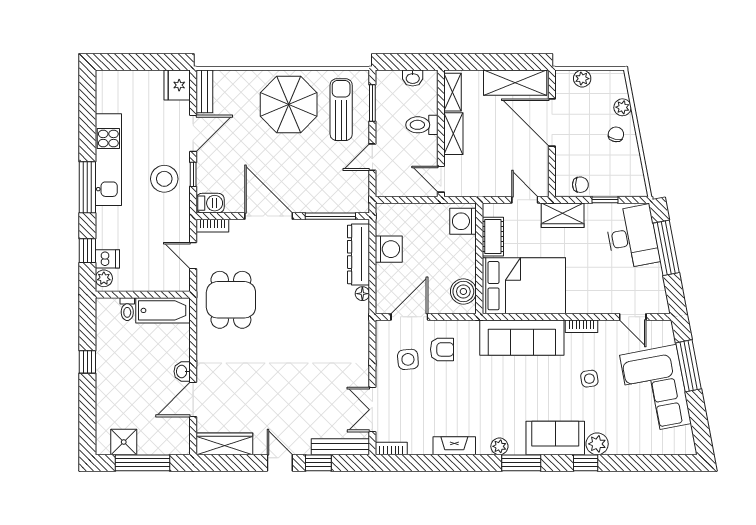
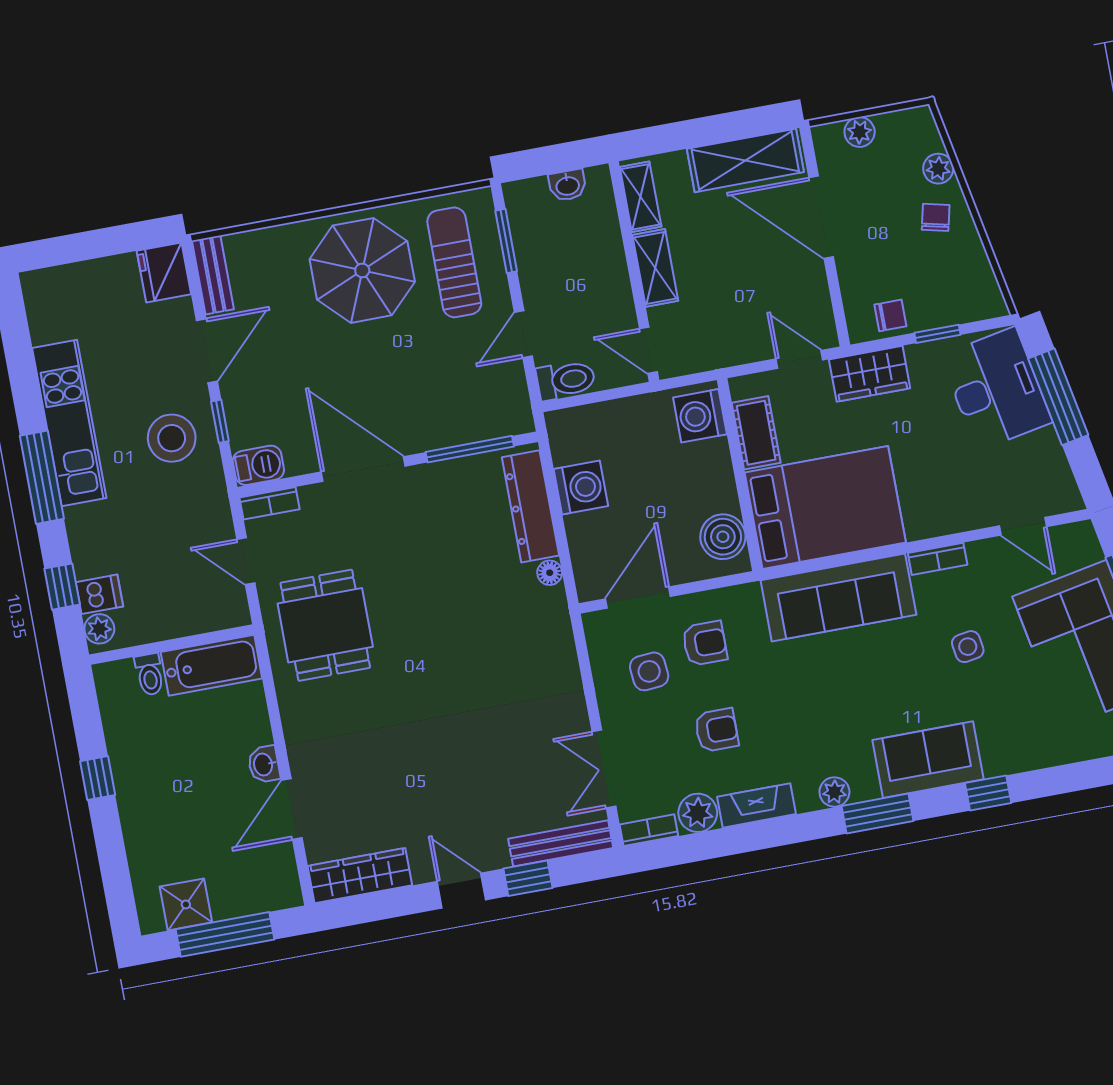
toilet: (422, 125) -> (566, 380), moved, turned 180
armchair: (440, 399) -> (717, 730), added
plant: (597, 444) -> (698, 813), moved

